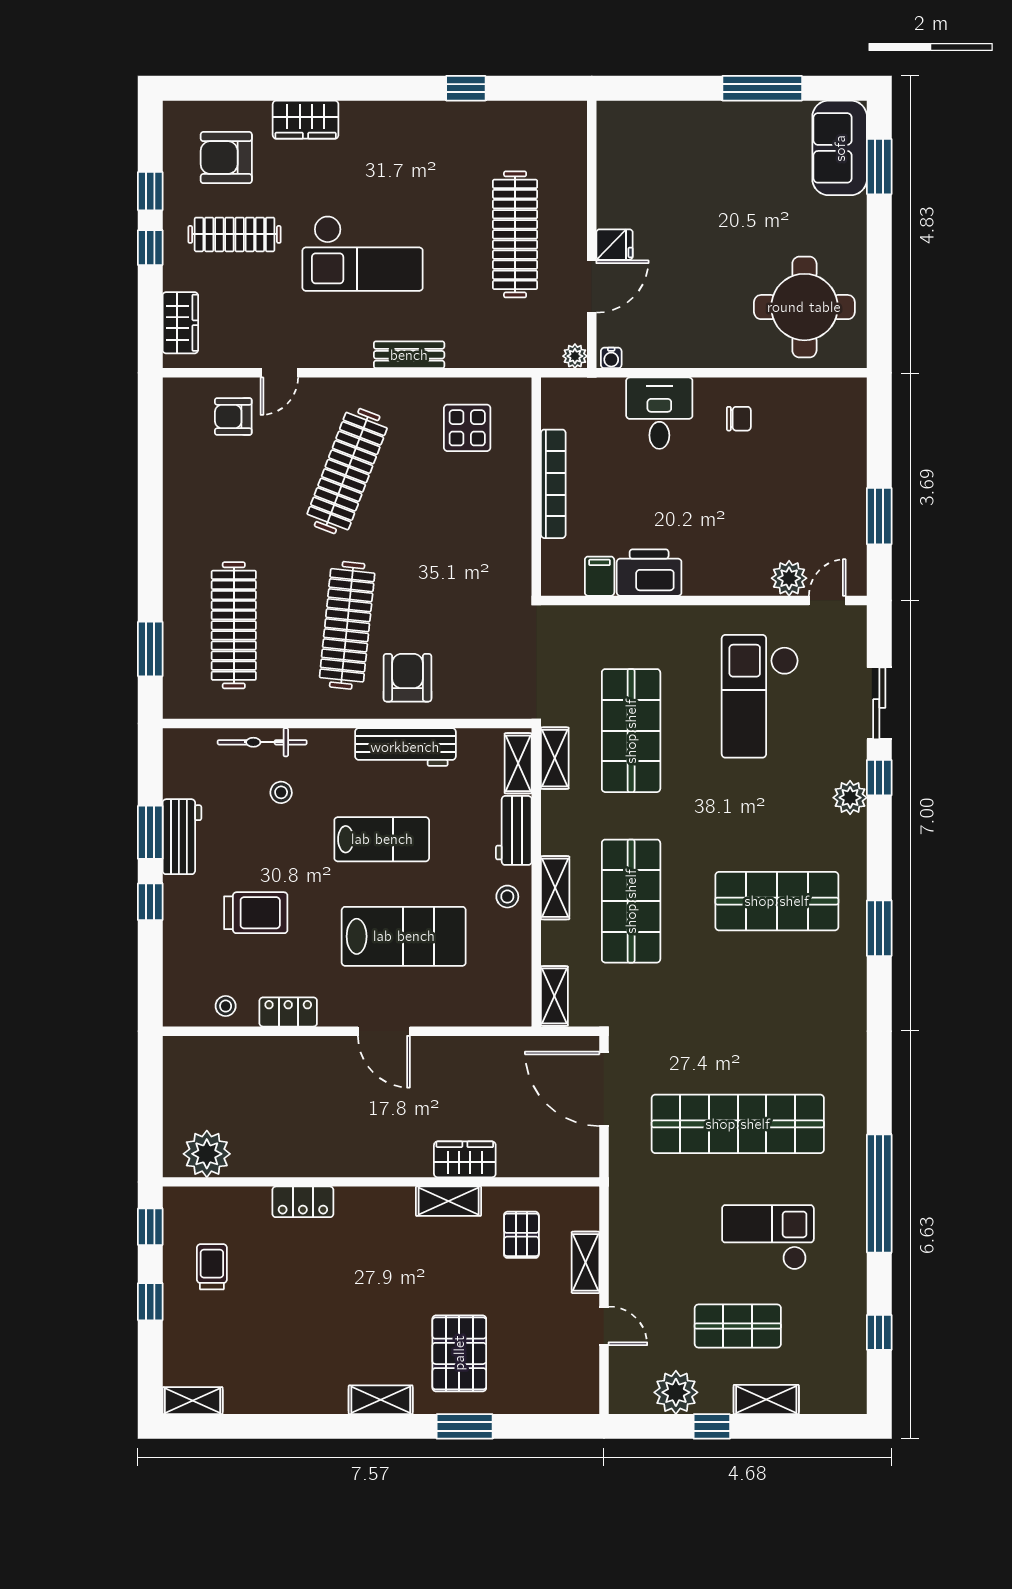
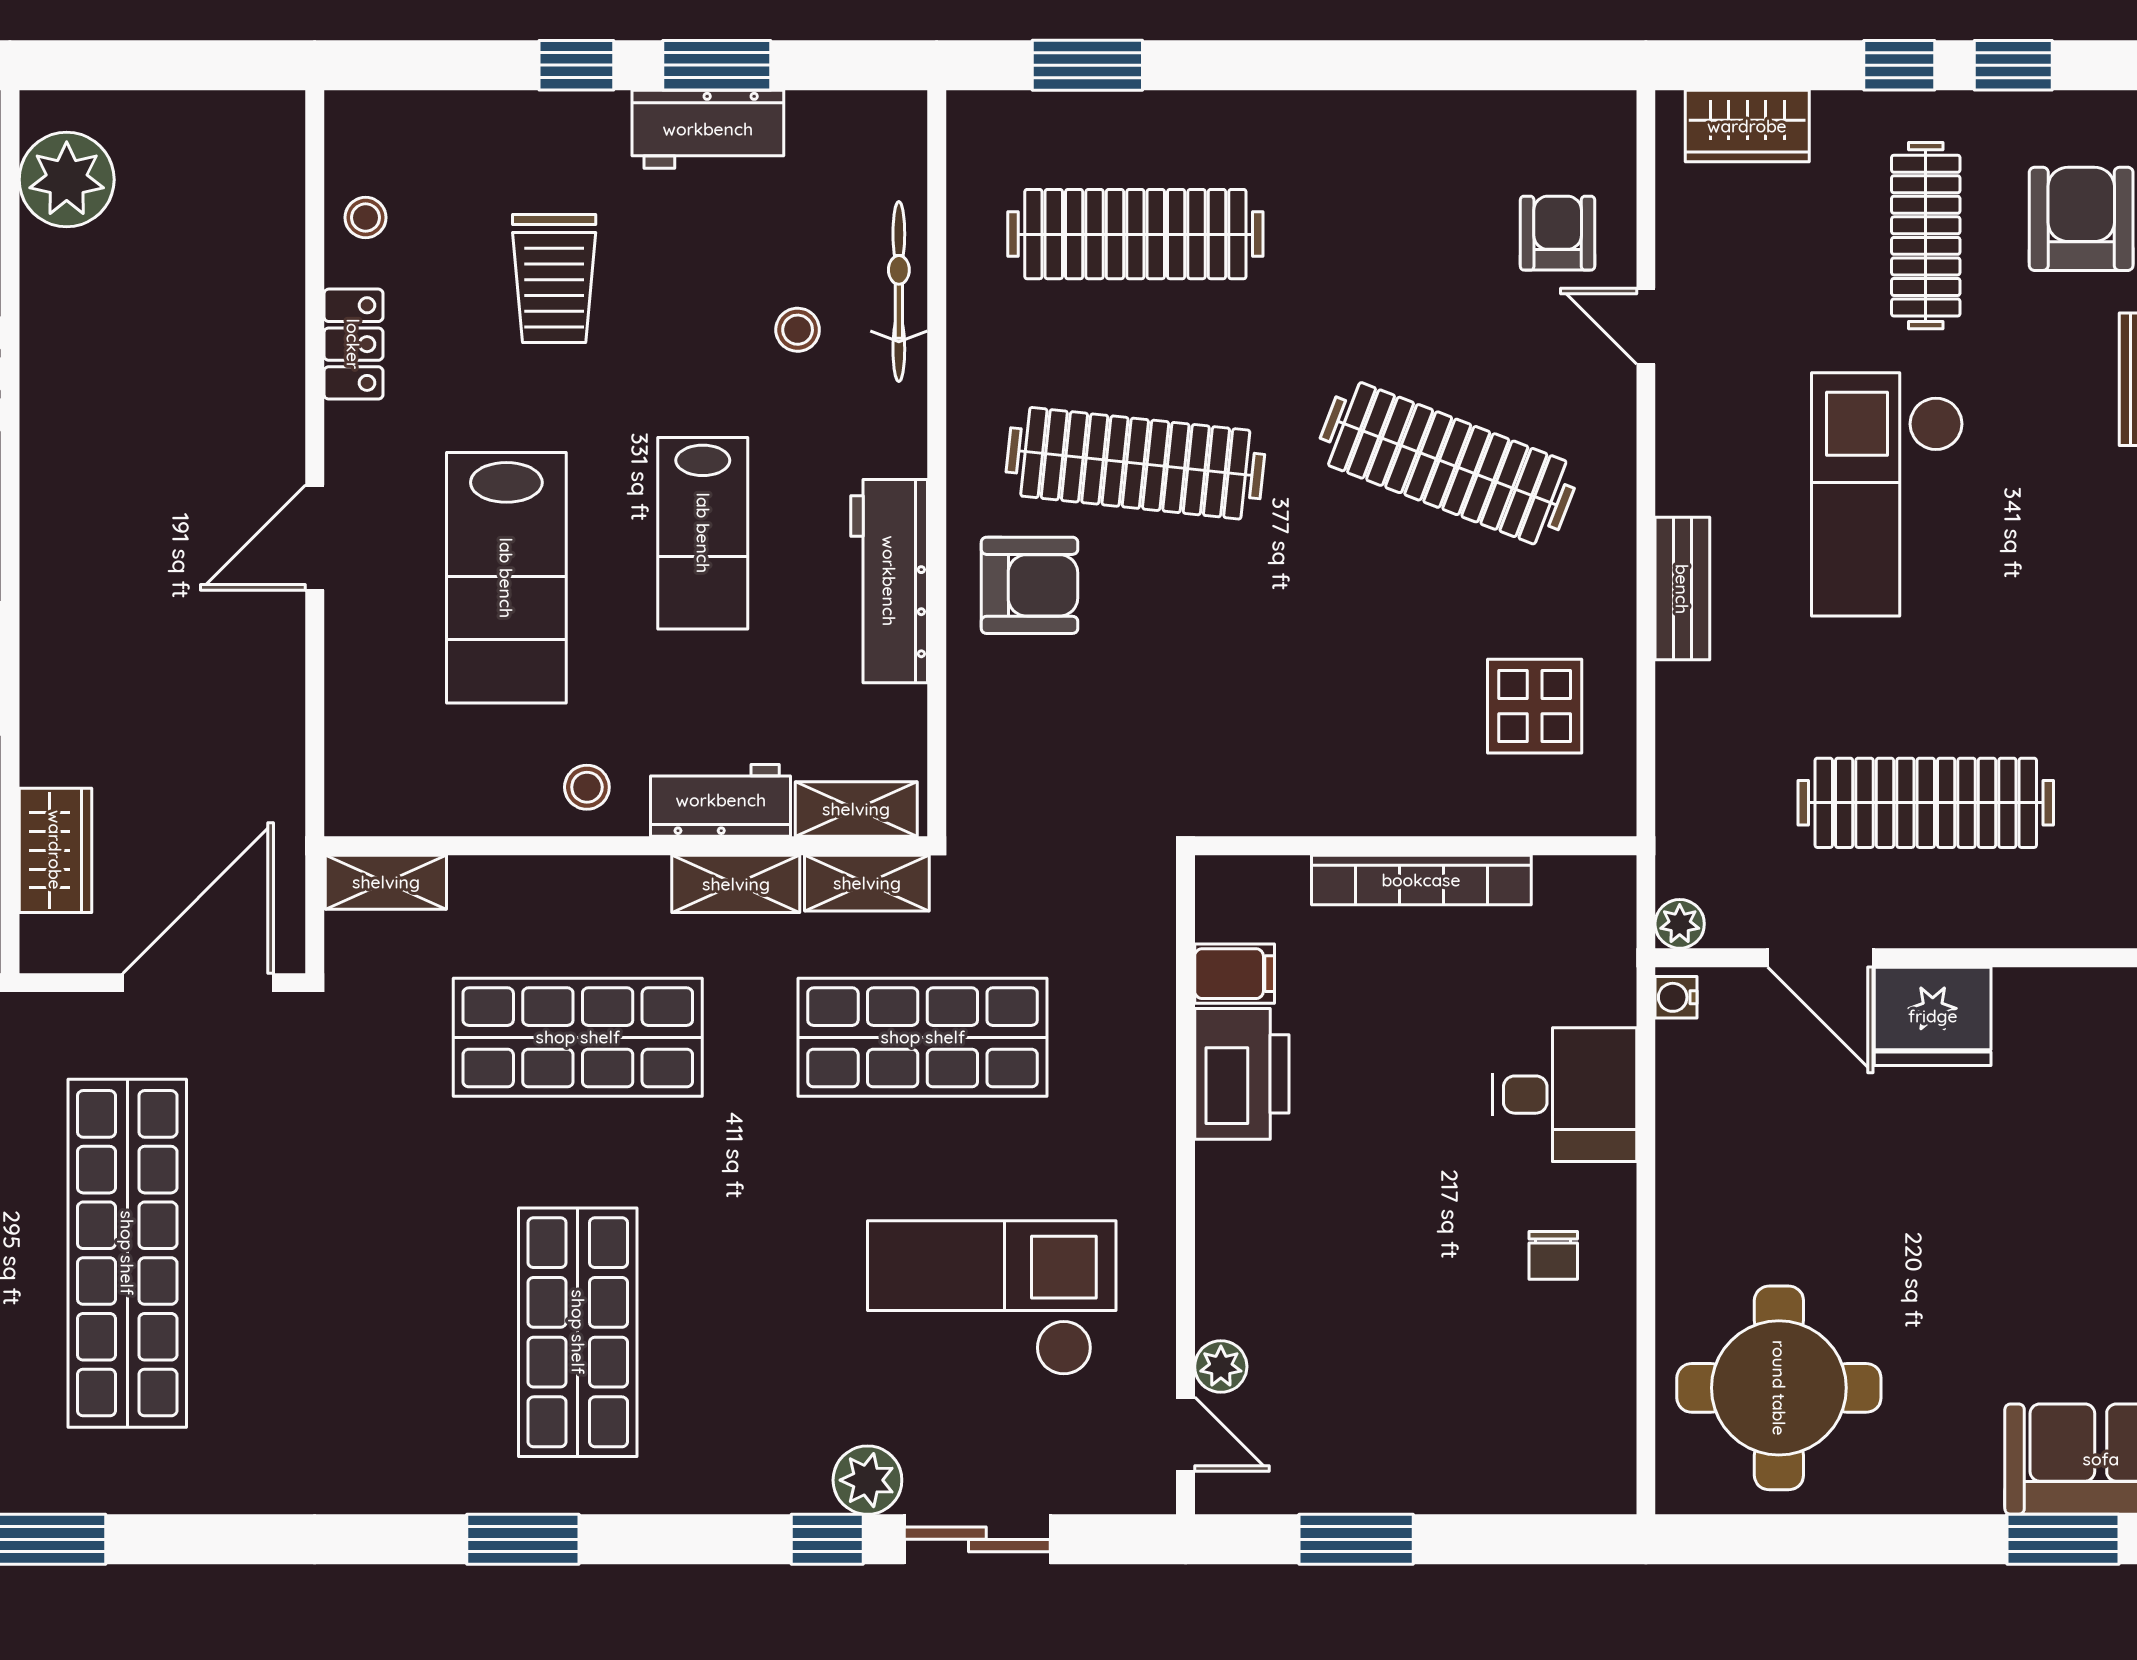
fridge: (614, 245) -> (1933, 1016), width x1.88, depth x1.34
plant: (789, 578) -> (1221, 1367), width x0.73, depth x0.73
plant: (850, 798) -> (867, 1480), moved
shelving: (555, 888) -> (736, 884), moved
wardrobe: (465, 1159) -> (55, 850), moved

